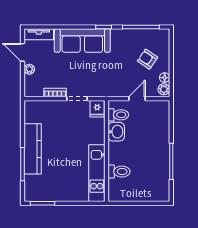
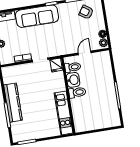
armchair: (148, 59) -> (86, 12), moved
toilet: (119, 172) -> (77, 92), moved

